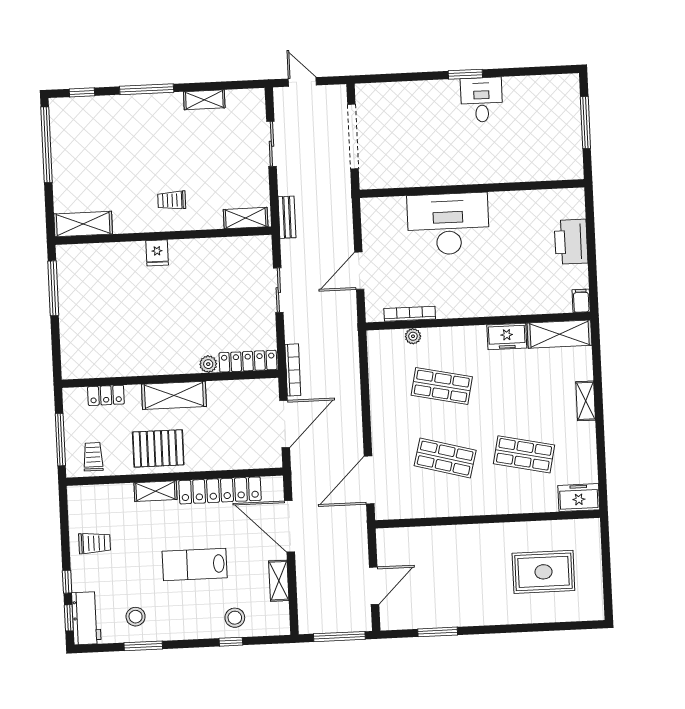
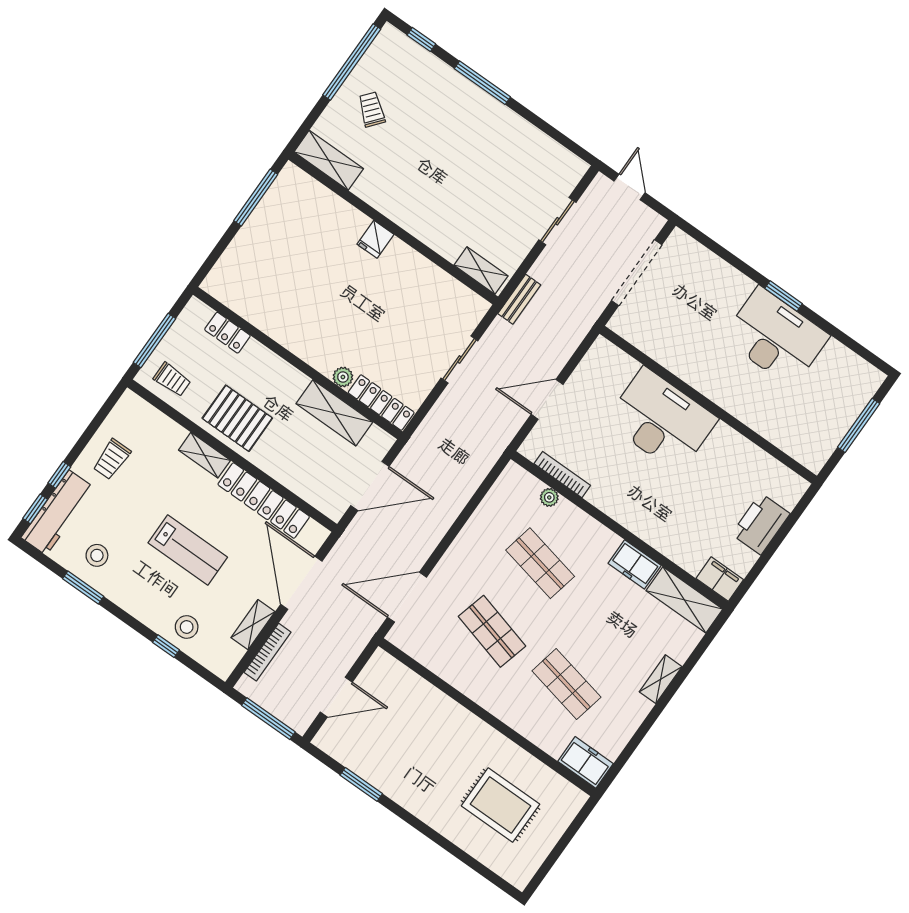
shelving: (204, 100) -> (527, 133), removed
desk: (482, 100) -> (776, 337), width x1.87, depth x1.30
trolley: (172, 200) -> (372, 109), moved, turned 40
filing cabinet: (581, 301) -> (720, 579), width x2.00
bookcase: (293, 370) -> (267, 652), moved
shelving: (174, 395) -> (334, 413), moved
trolley: (93, 457) -> (172, 379), turned 90
trolley: (94, 543) -> (112, 459), turned 90
lab bench: (195, 565) -> (188, 550), turned 180
workbench: (86, 618) -> (58, 513), width x1.38

